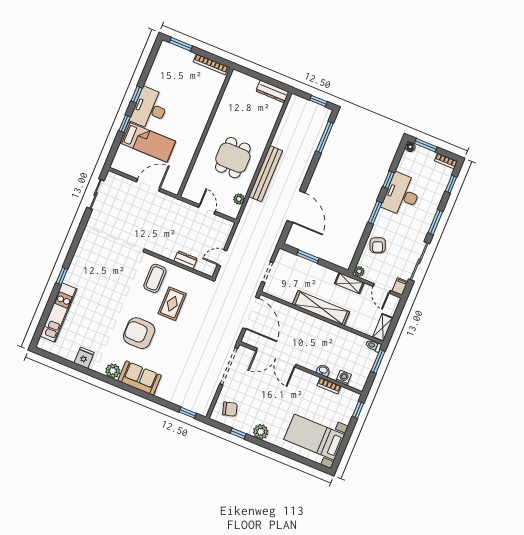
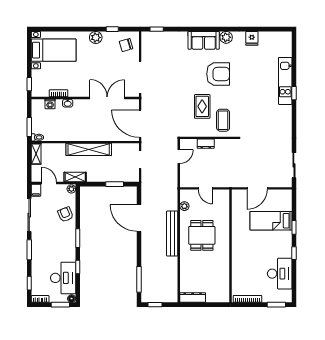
desk: (150, 109) -> (280, 274), moved
desk: (402, 195) -> (63, 278), moved
kitchen unit: (58, 312) -> (285, 81), moved

